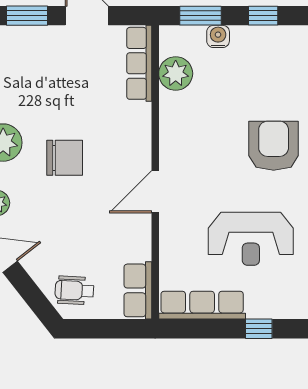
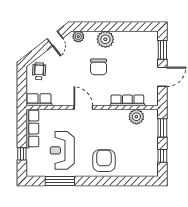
water cooler: (218, 36) -> (153, 136), removed
row of seats: (139, 63) -> (127, 100), moved
armchair: (274, 146) -> (104, 161), turned -90

